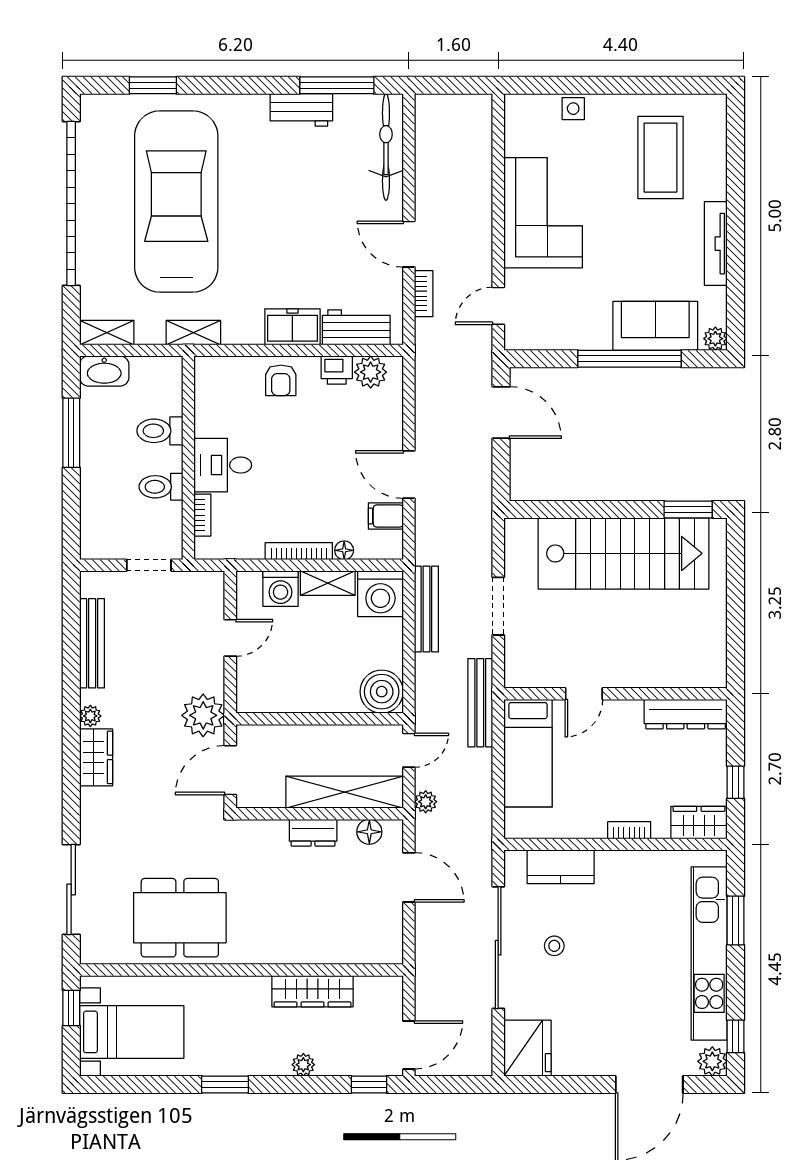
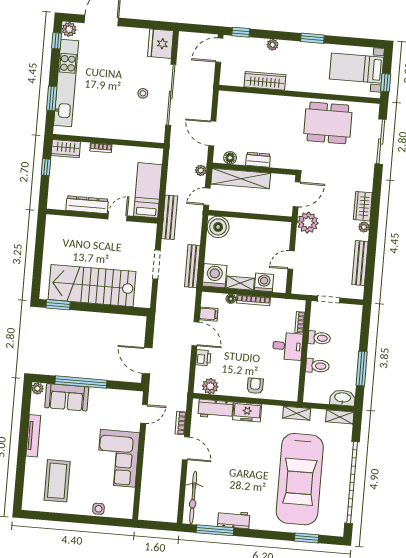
printer: (337, 370) -> (203, 358), moved, turned 90
dresser: (686, 714) -> (87, 205), moved
kitchen counter: (561, 867) -> (136, 132), removed

